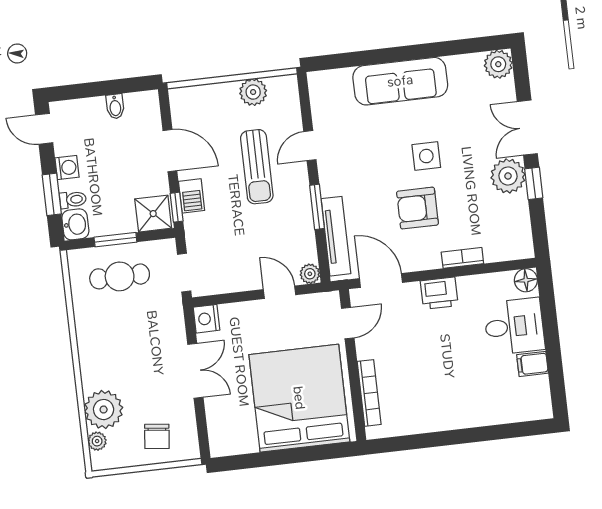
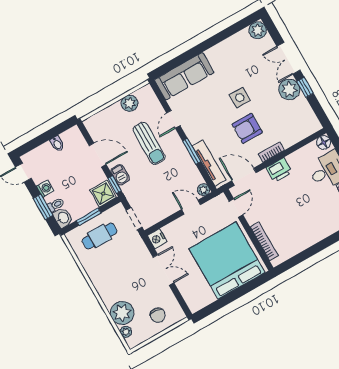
sofa: (400, 81) -> (184, 76), moved
bookcase: (462, 258) -> (271, 152), moved

